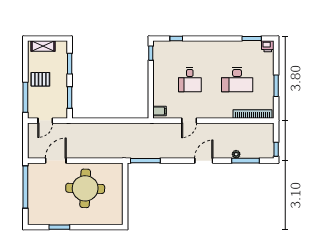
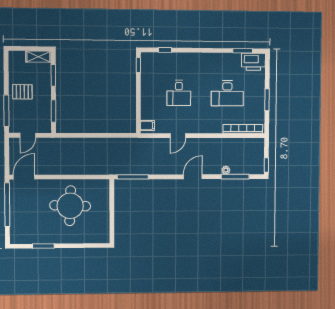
shelving: (43, 46) -> (38, 57), moved
printer: (268, 46) -> (253, 62), width x1.87, depth x1.48
door: (56, 161) -> (24, 177), moved

